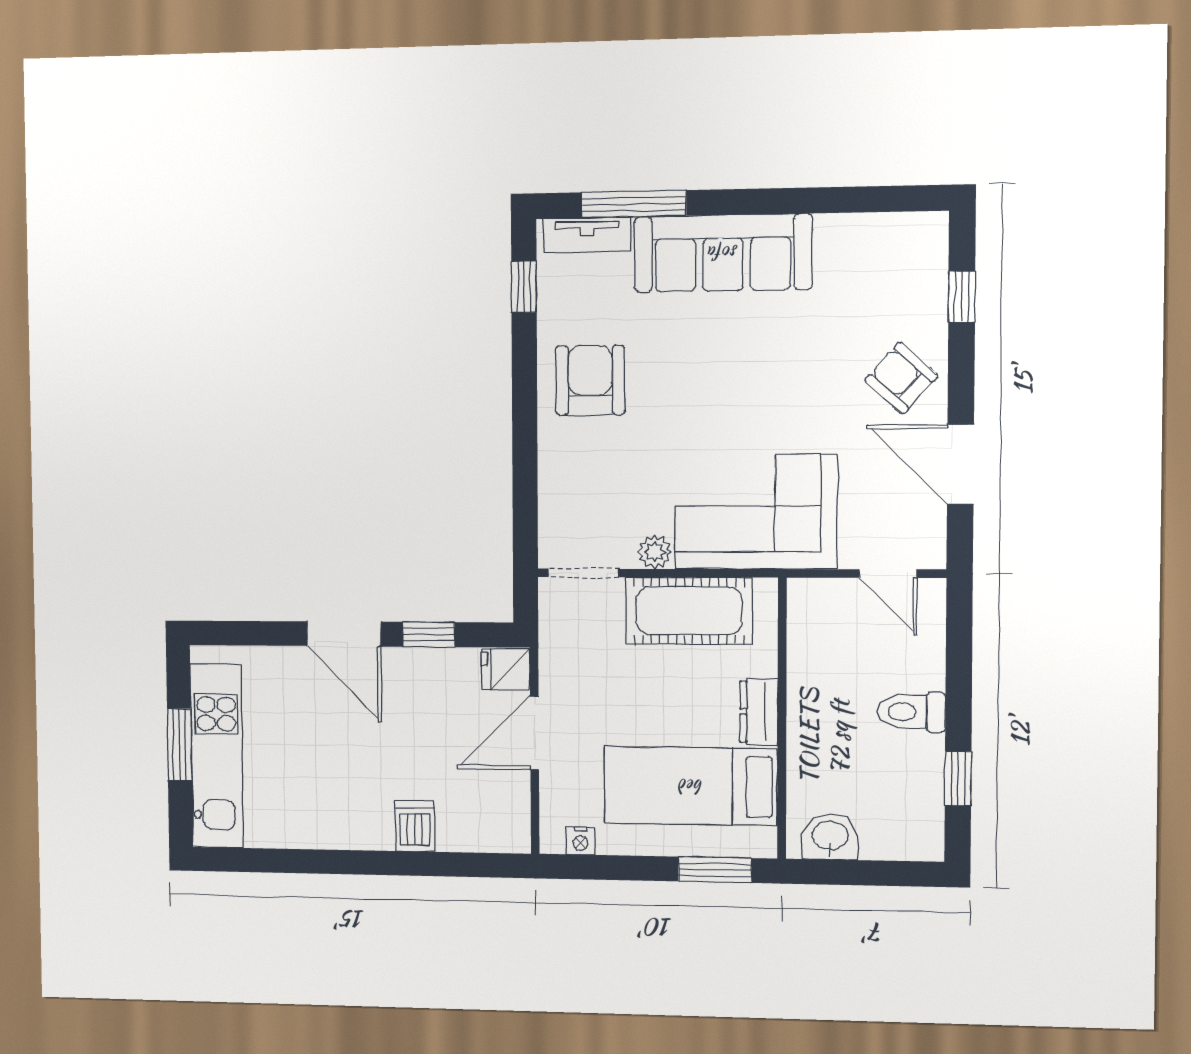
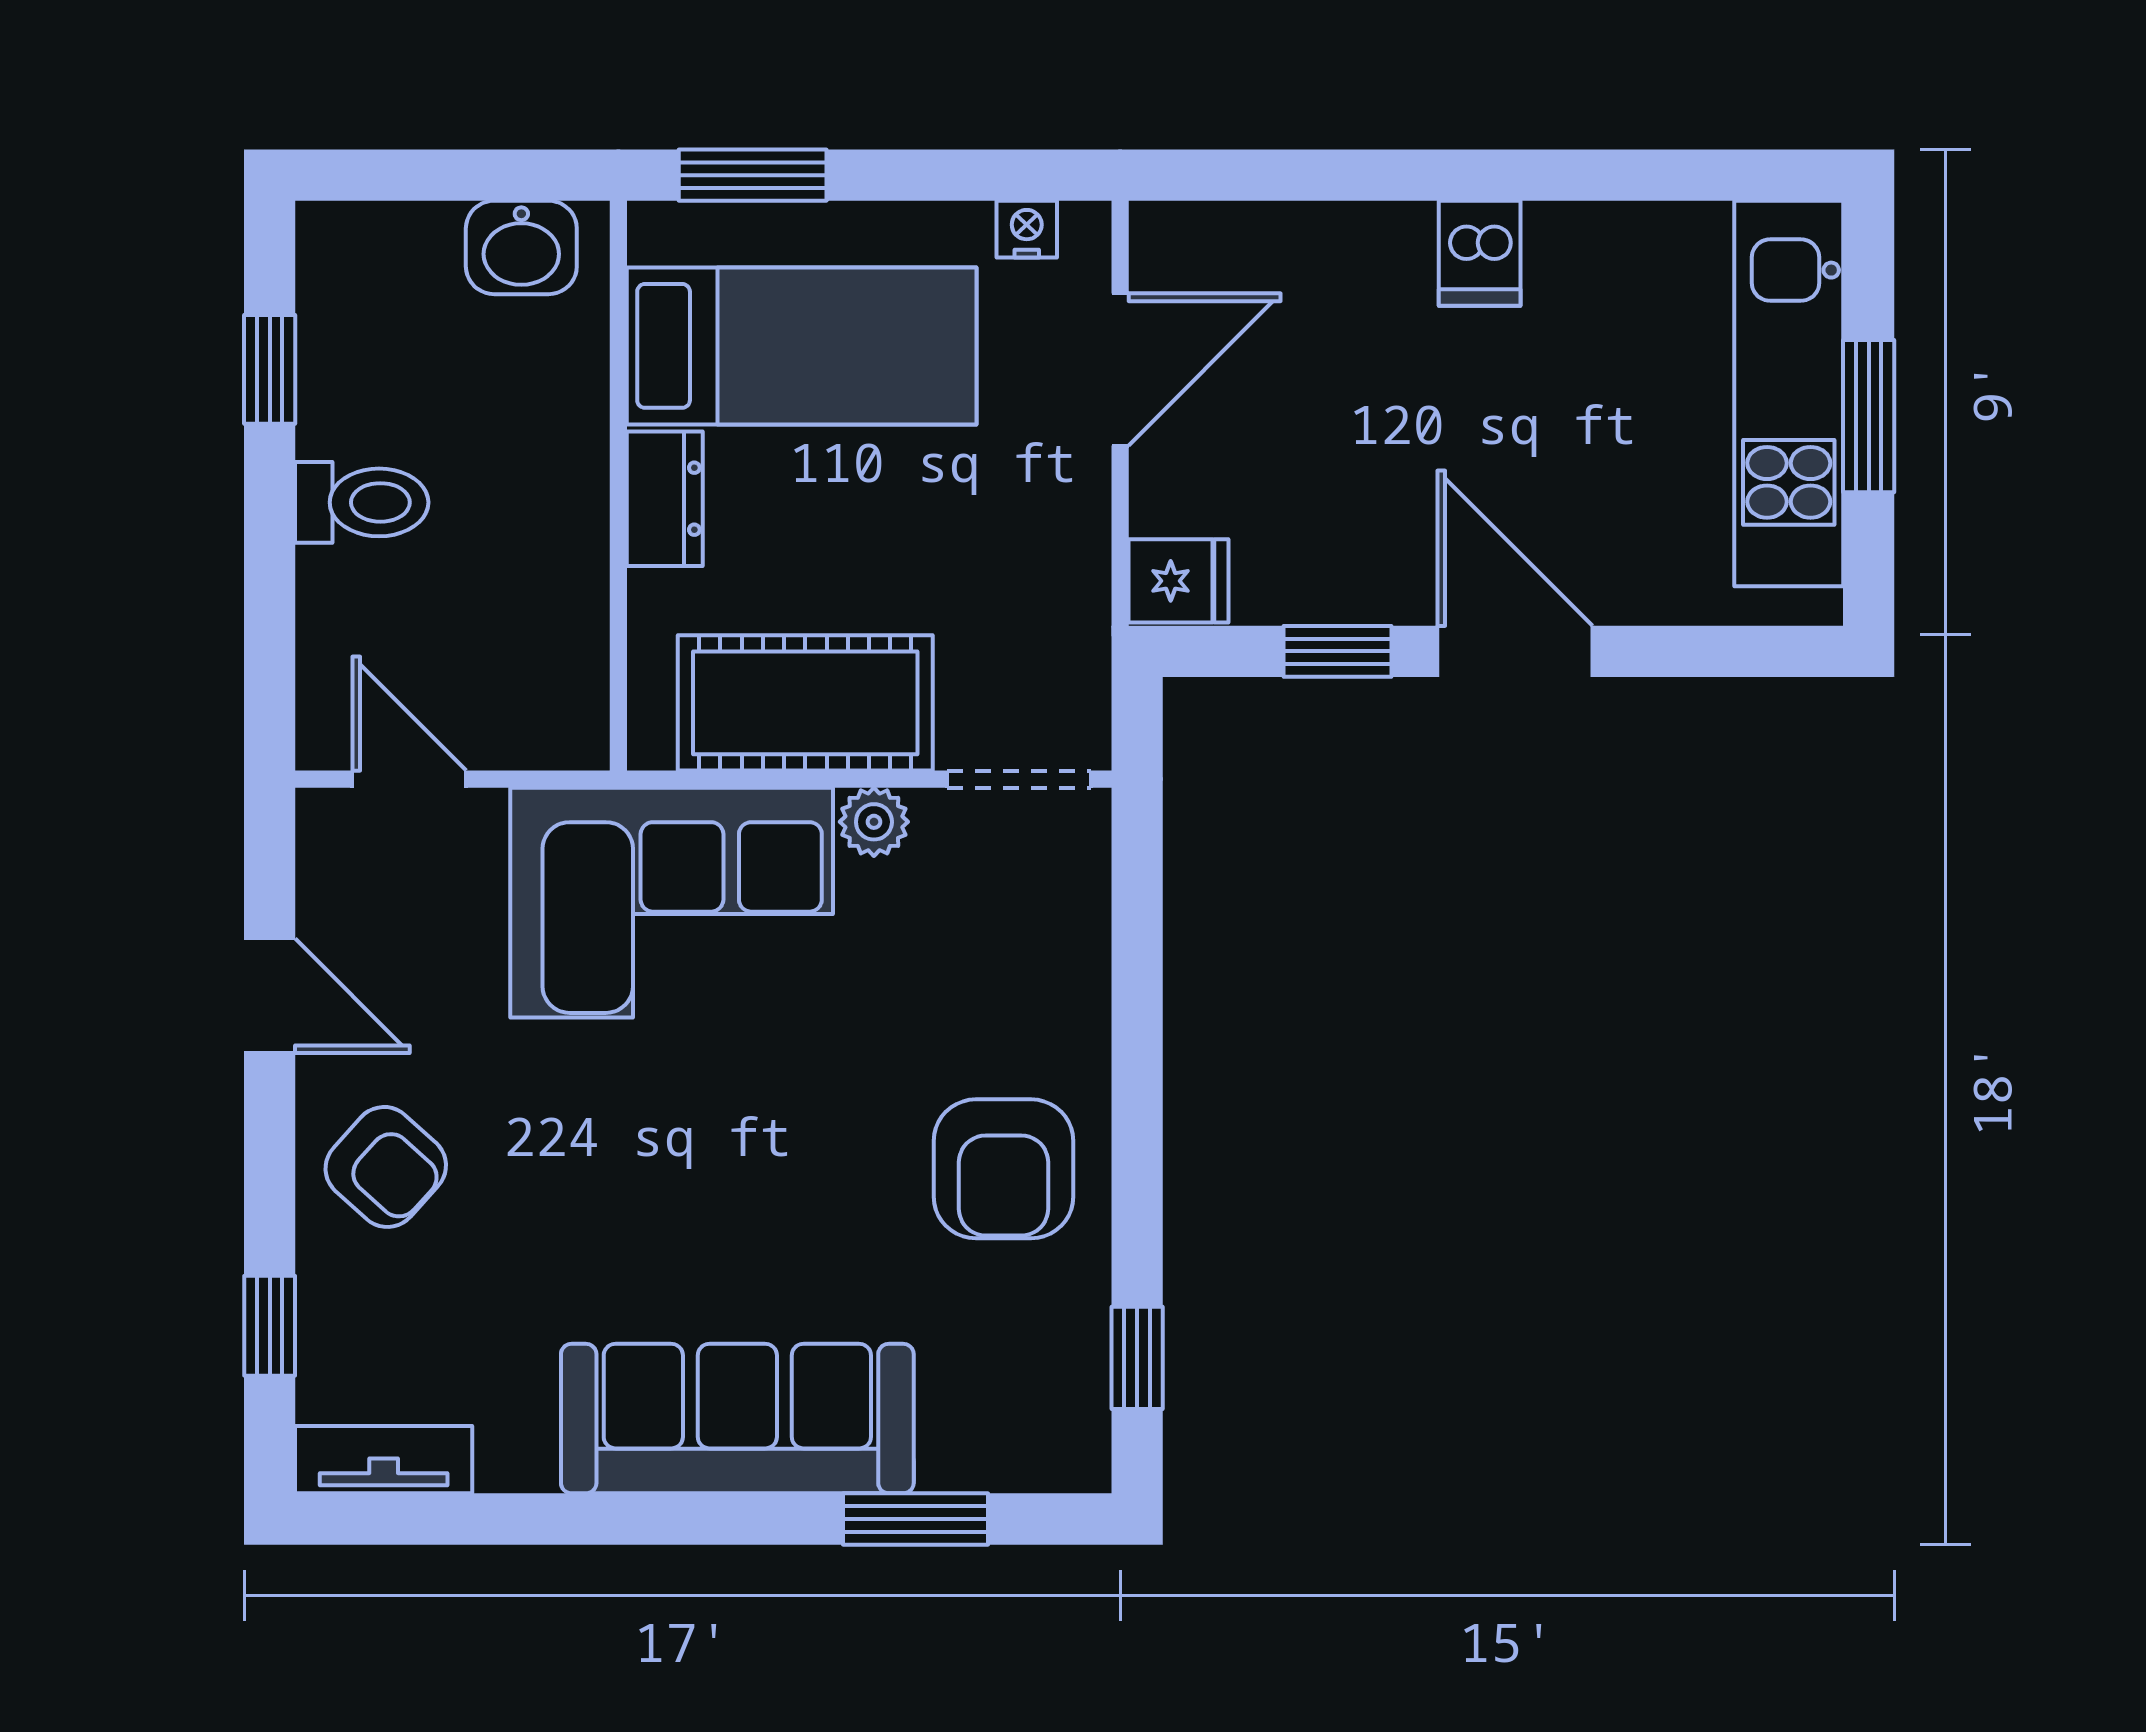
window: (633, 204) -> (916, 1519), width x0.69
tv unit: (587, 235) -> (384, 1460), moved
door: (960, 464) -> (270, 996), width x0.73
door: (535, 733) -> (1120, 369), moved
dishwasher: (415, 826) -> (1480, 253), moved

